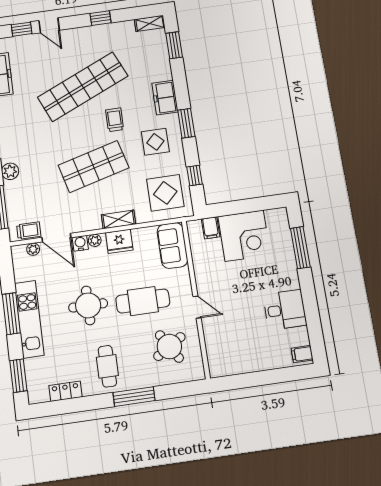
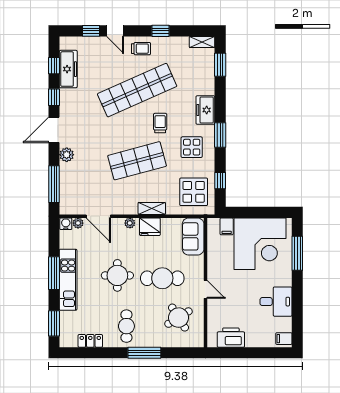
trolley: (29, 230) -> (141, 49), moved
corner desk: (244, 236) -> (260, 244), width x1.36, depth x1.36
water cooler: (80, 243) -> (66, 224), moved
printer: (237, 362) -> (231, 338), added

